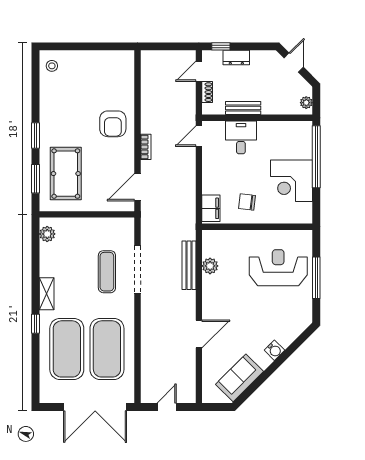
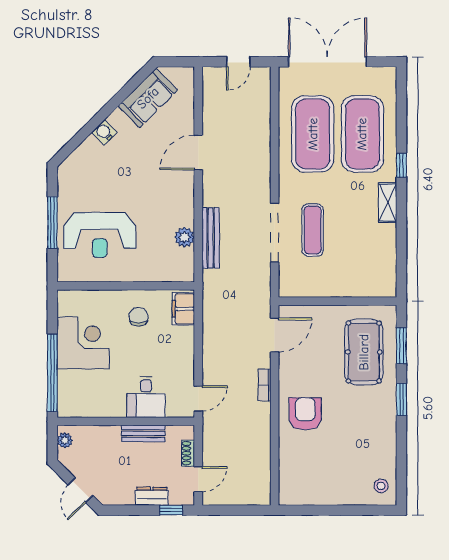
chair: (247, 202) -> (139, 317), turned -97
plant: (47, 234) -> (387, 277), removed

